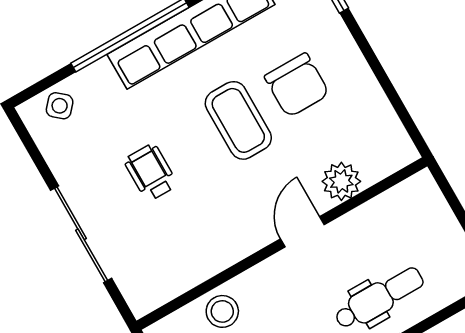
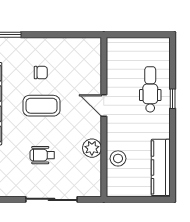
chair: (297, 85) -> (41, 73), width x0.54, depth x0.54
plant: (341, 181) -> (92, 148), moved

